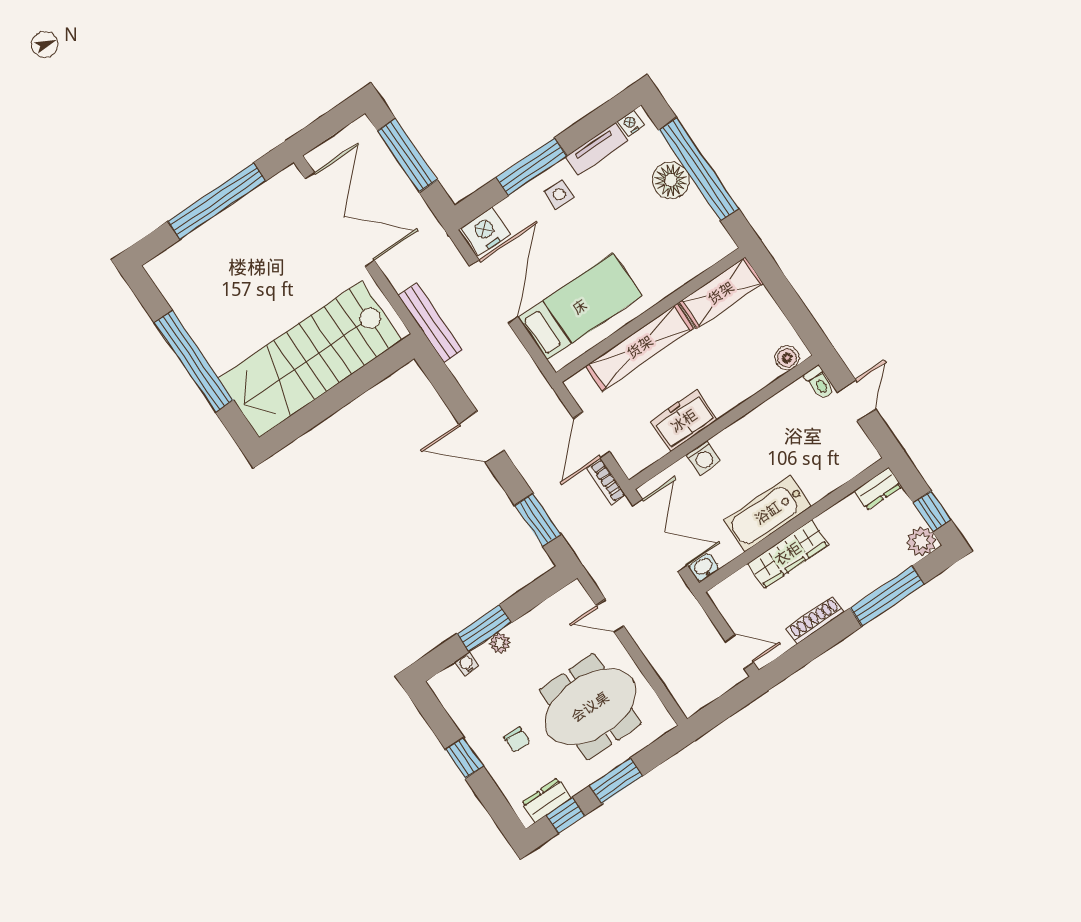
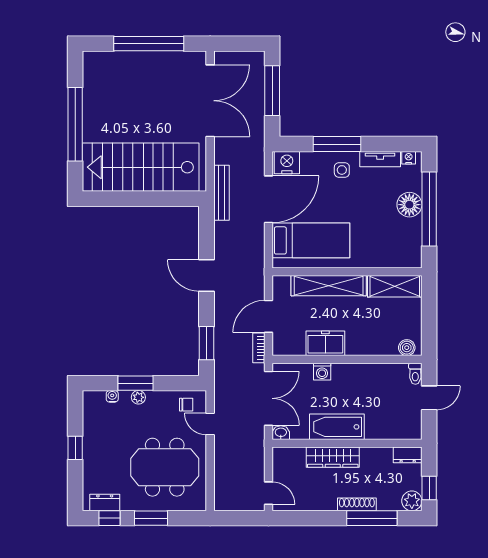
shoe rack: (815, 620) -> (357, 504), moved
chair: (517, 740) -> (186, 405), moved, turned -90

